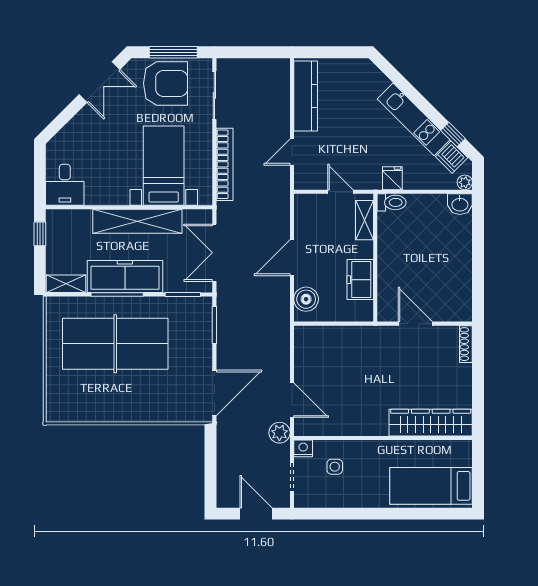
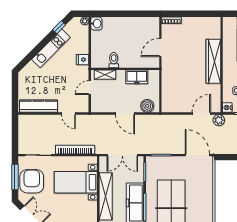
dishwasher: (452, 157) -> (71, 28), removed
toilet: (392, 202) -> (114, 60), moved
wardrobe: (431, 423) -> (213, 61), moved

